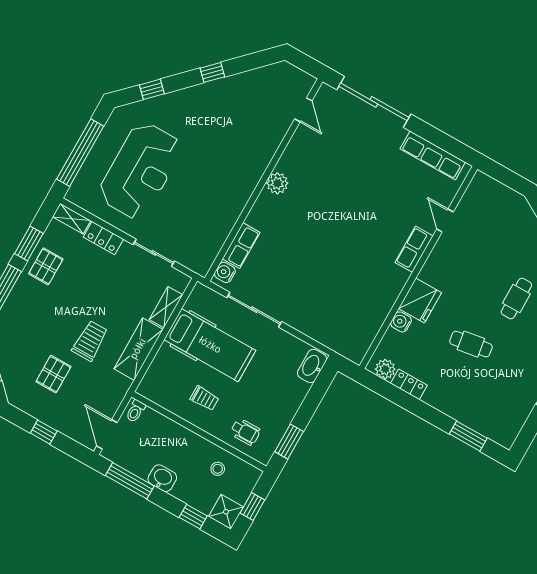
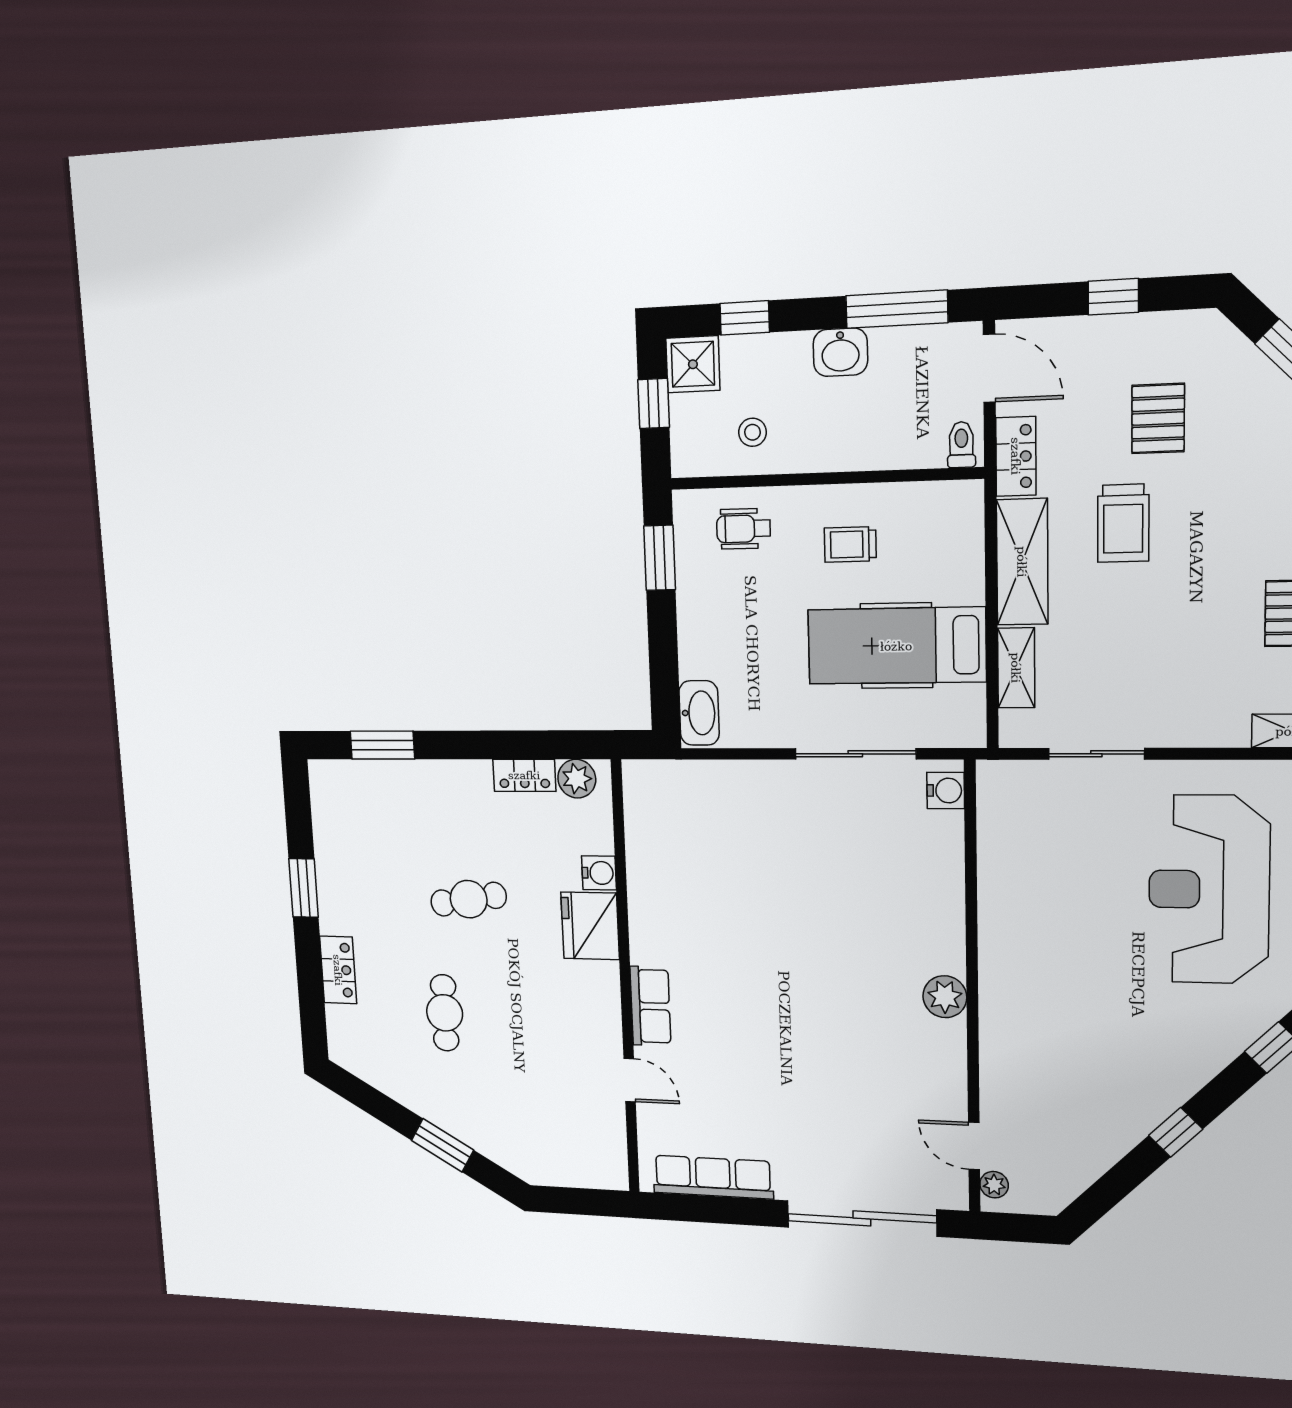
plant: (305, 88) -> (994, 1185), added
locker: (103, 238) -> (1016, 456), moved, turned 90
row of seats: (241, 246) -> (944, 854), removed

